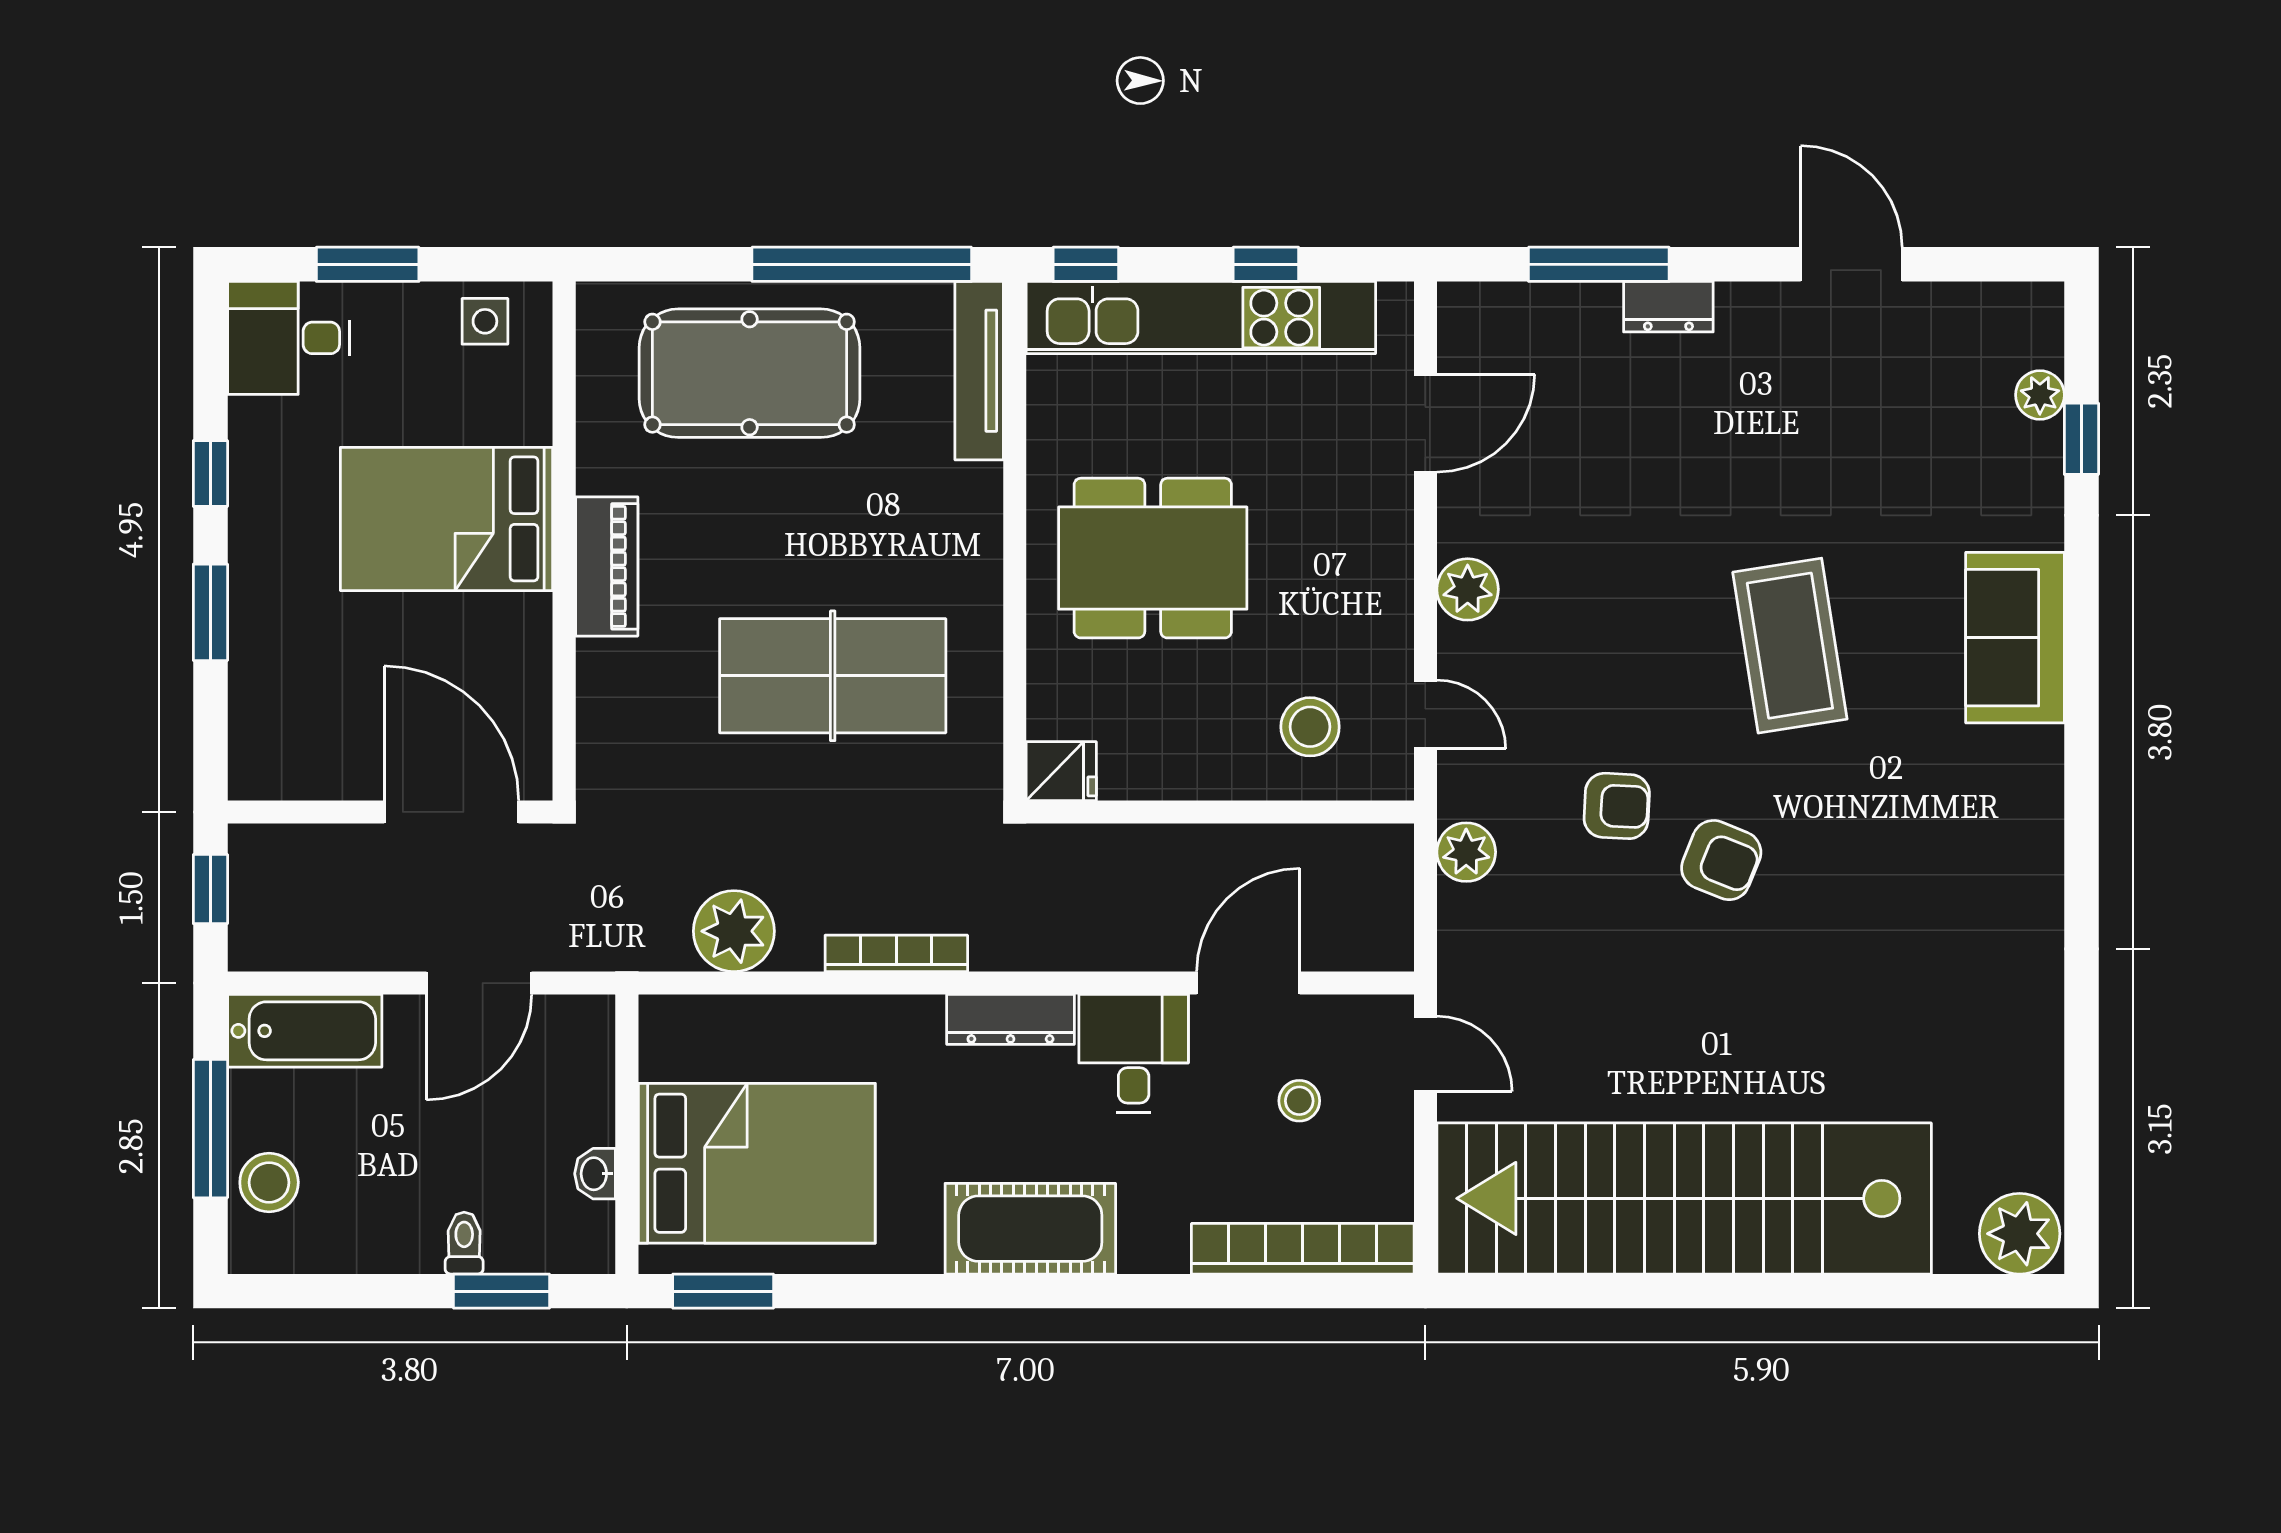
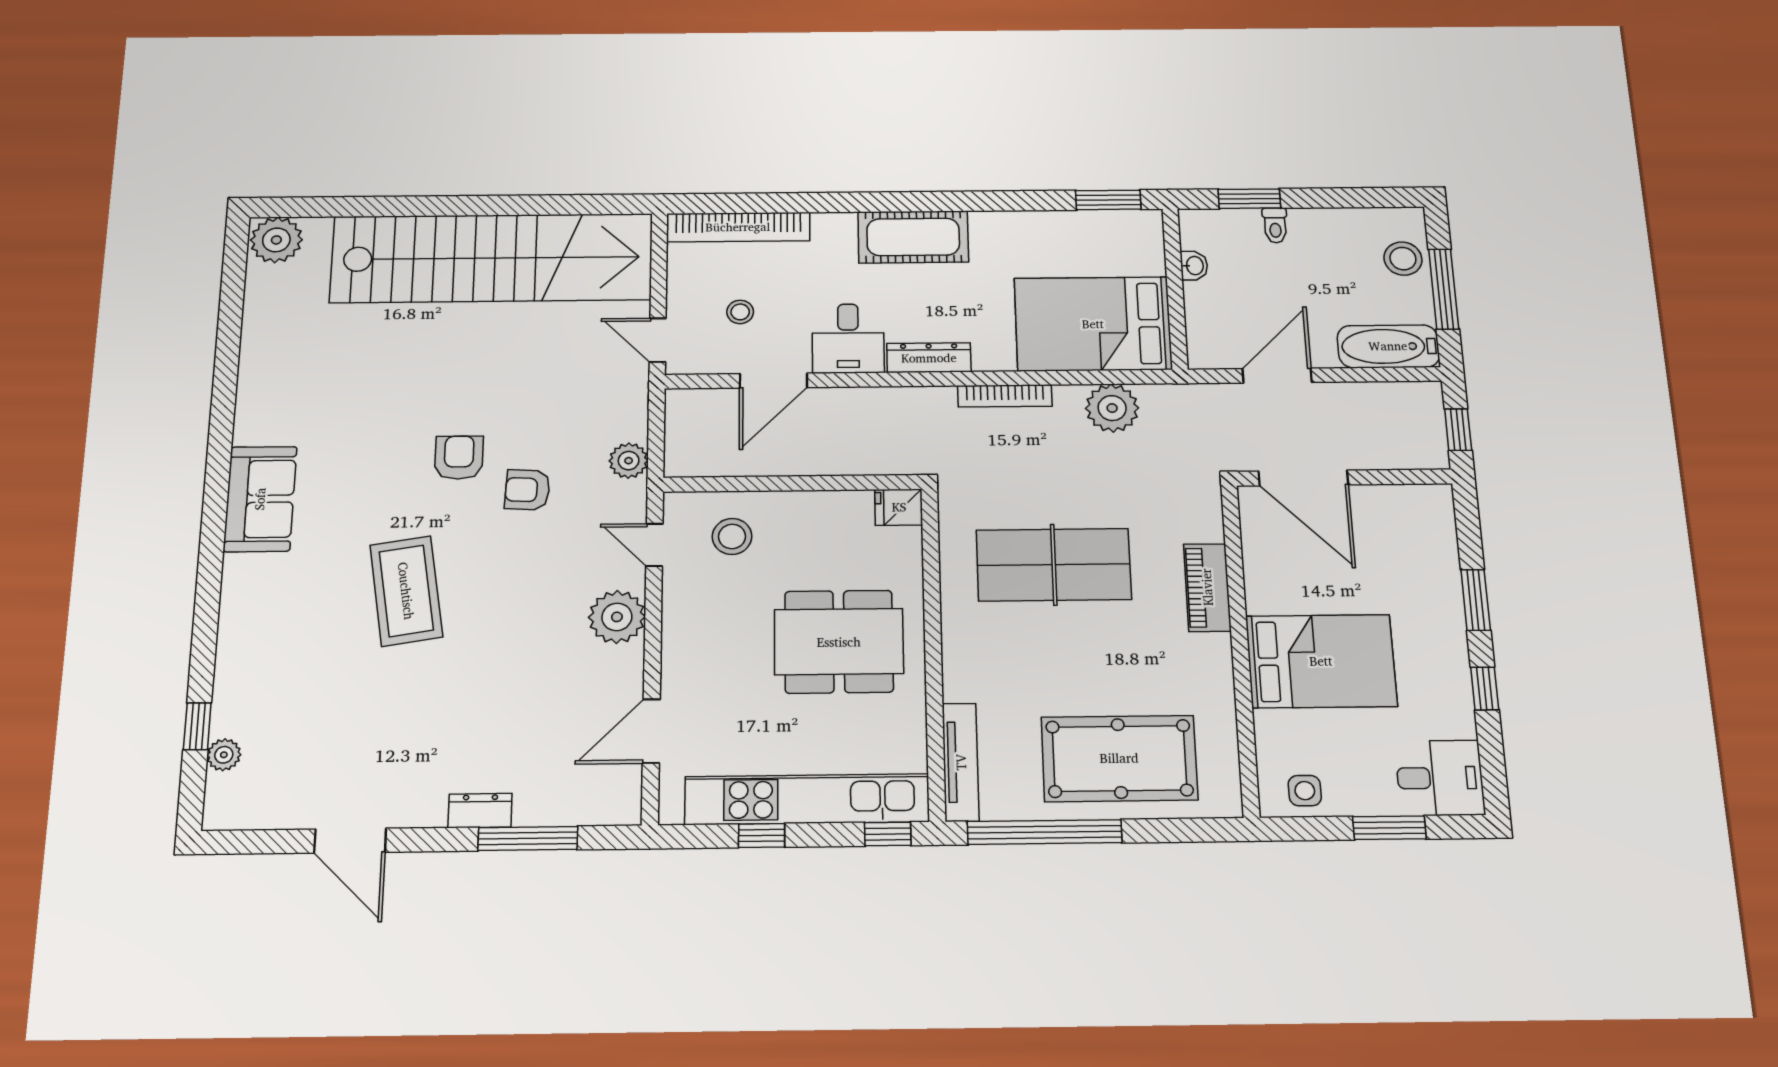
piano: (607, 566) -> (1207, 587), moved
plant: (1468, 589) -> (617, 617), width x1.36, depth x1.36
sofa: (2015, 638) -> (260, 499), moved
armchair: (1721, 860) -> (459, 458), turned 68
bed: (757, 1163) -> (1093, 324), moved

